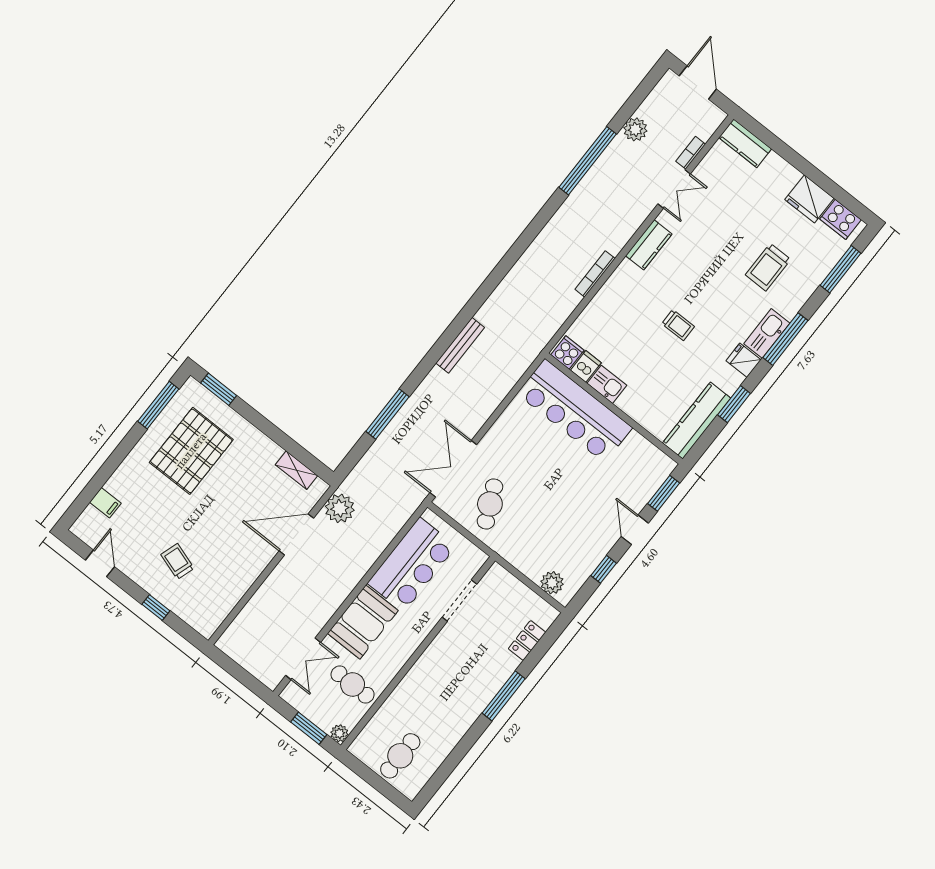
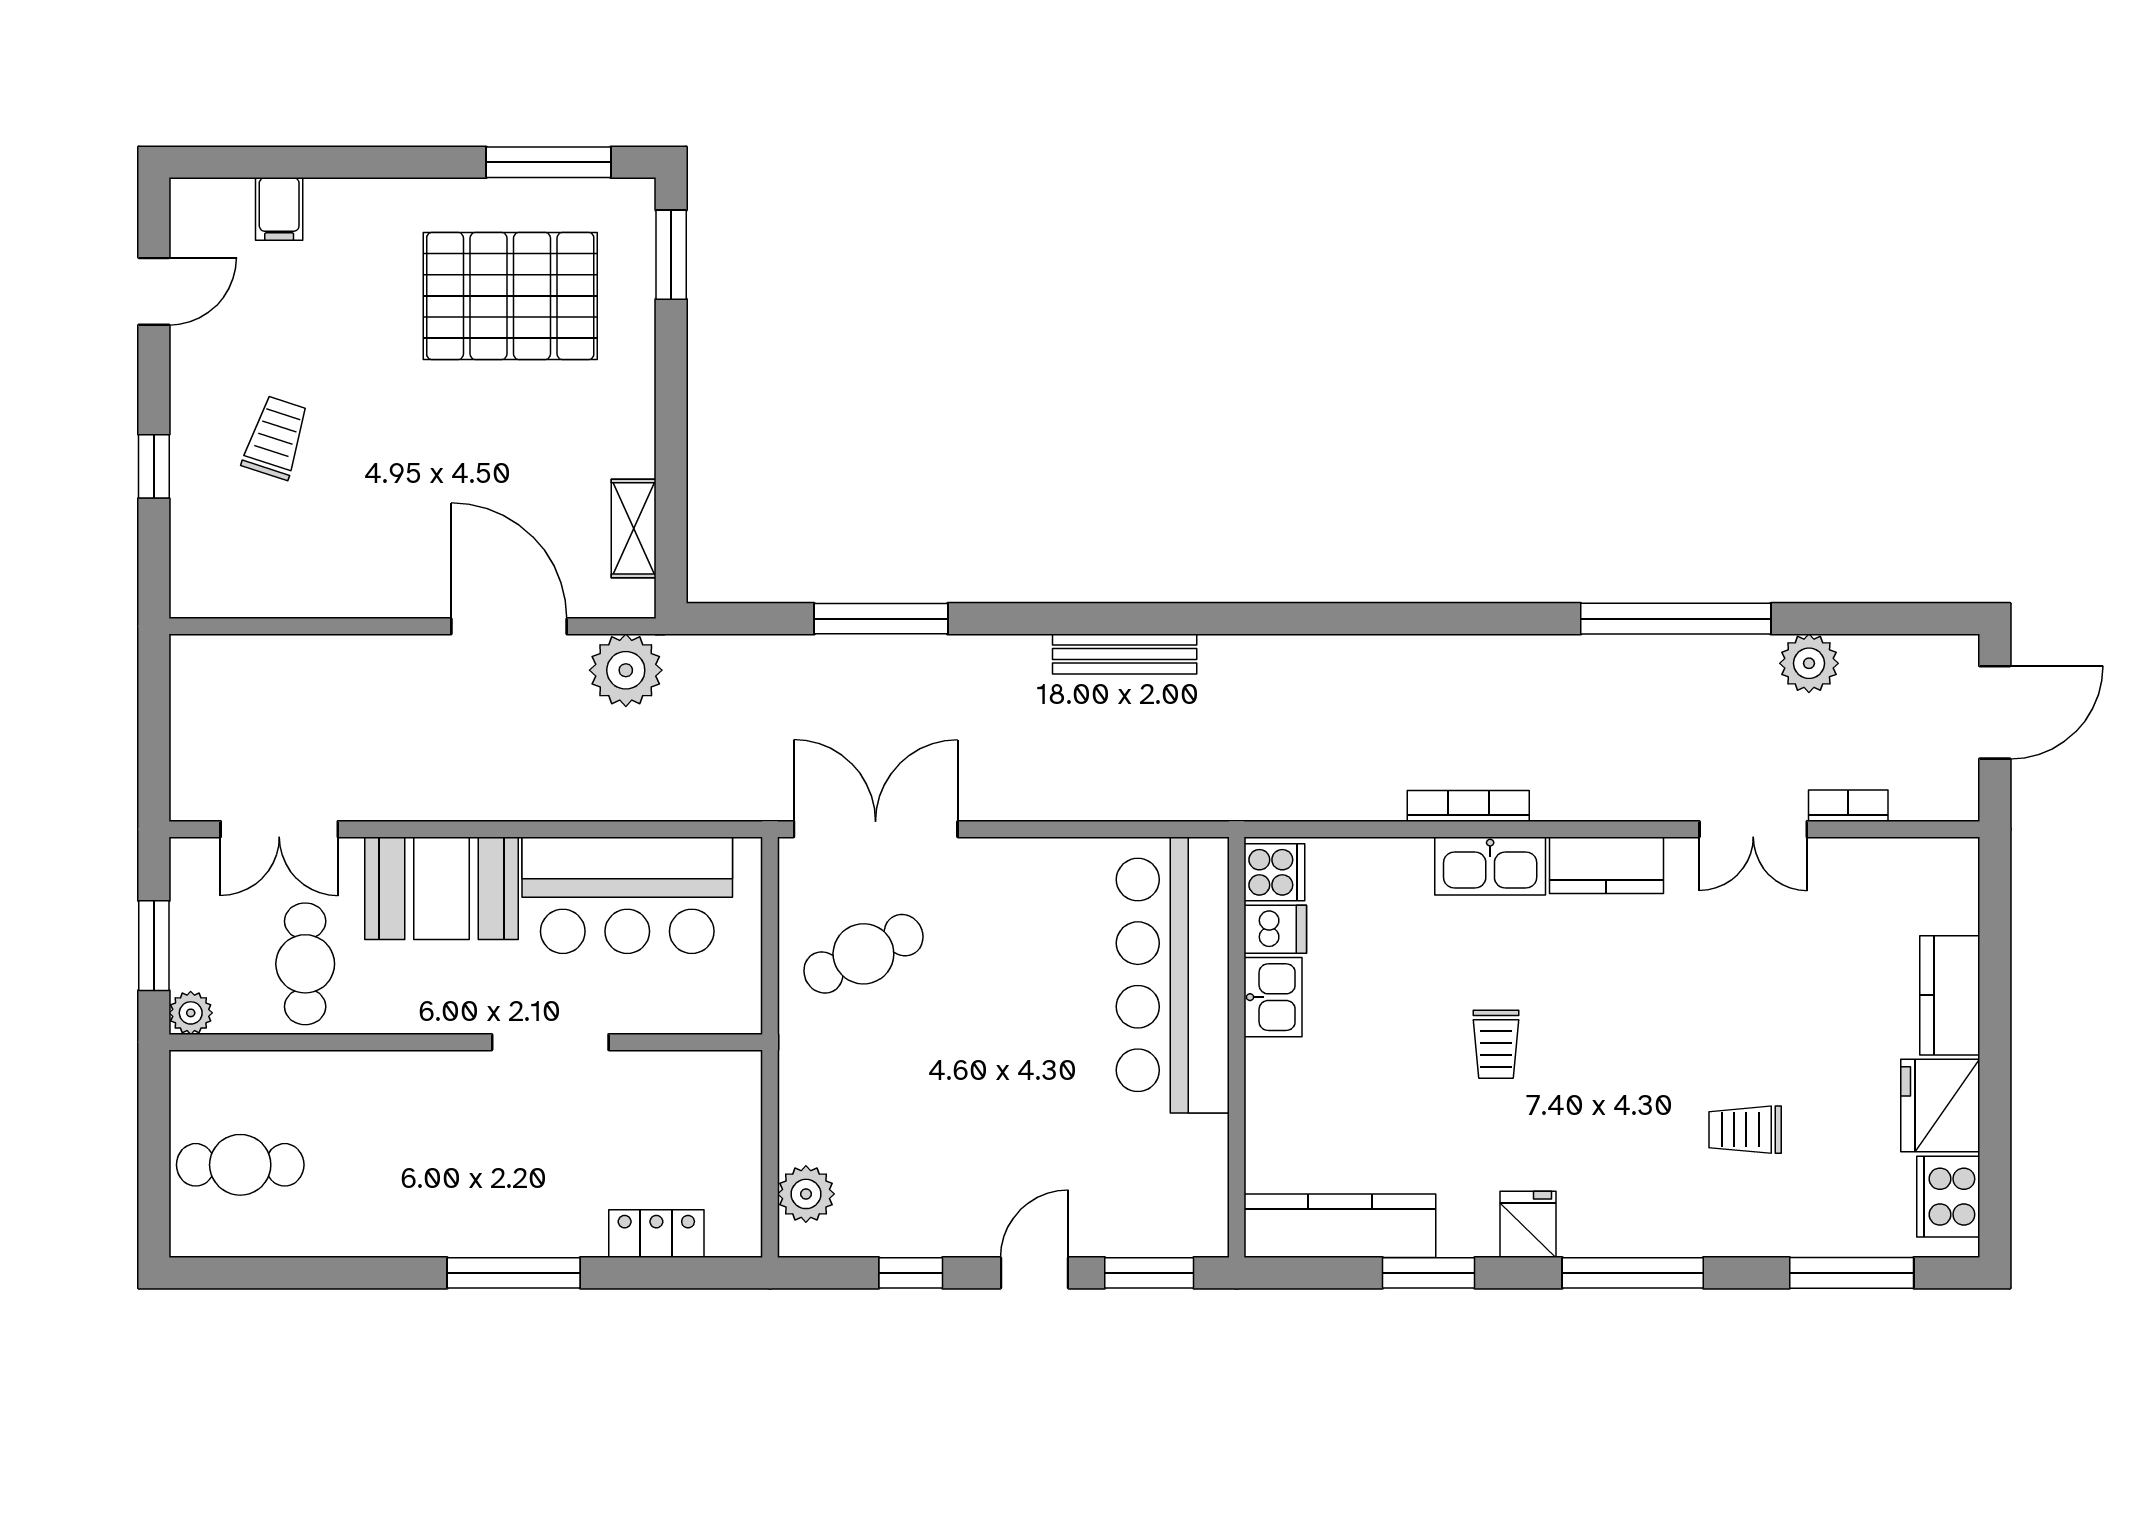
kitchen counter: (745, 143) -> (1950, 995), moved
trolley: (768, 267) -> (1745, 1130), width x0.73, depth x0.72
kitchen sink: (767, 333) -> (1490, 866), moved, turned 180
doorway: (459, 601) -> (550, 1042), moved

